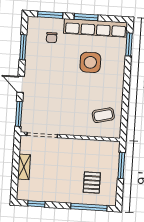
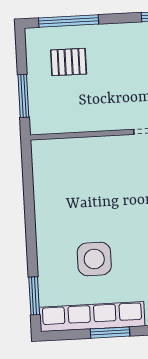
coffee table: (103, 115) -> (63, 175), removed
pallet: (92, 183) -> (69, 62), turned 90

